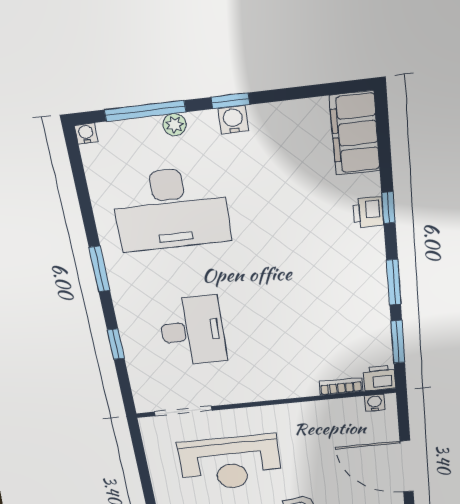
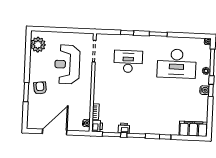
desk: (171, 209) -> (177, 64), turned -90
printer: (368, 212) -> (124, 128), moved
desk: (192, 331) -> (128, 61), turned 180

